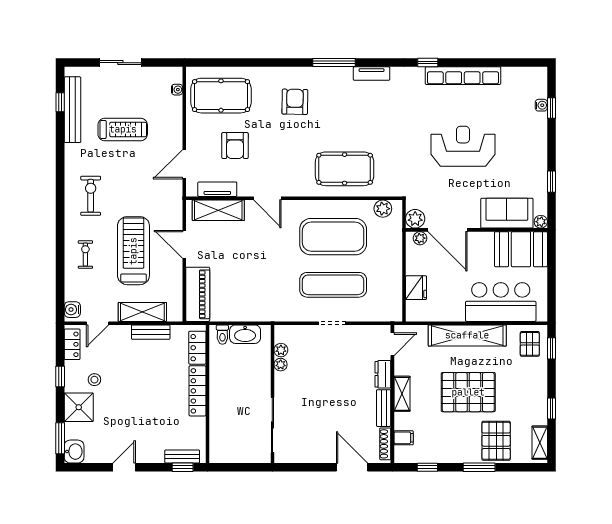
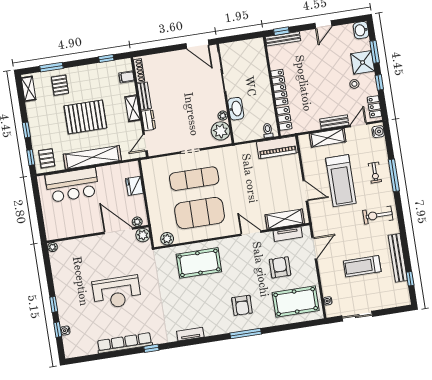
sliding door: (120, 63) -> (357, 316), moved
window: (334, 63) -> (246, 334), moved
bench: (72, 110) -> (398, 258), moved
window: (551, 182) -> (54, 304), moved
exercise bike: (91, 196) -> (378, 215), turned 90
sofa: (507, 213) -> (78, 249), removed
window: (60, 247) -> (394, 175), added
booth: (521, 249) -> (64, 225), removed
piano: (198, 294) -> (277, 147), moved, turned -90
bench: (151, 332) -> (334, 122), moved
washbasin: (245, 334) -> (236, 109), moved, turned 90
plant: (281, 350) -> (221, 131), width x1.87, depth x1.87
window: (551, 408) -> (26, 130), moved
window: (60, 438) -> (375, 52), moved
pallet: (496, 441) -> (60, 85), width x0.67, depth x0.71
bench: (182, 456) -> (283, 39), width x1.36
door: (352, 467) -> (197, 44), moved
window: (479, 467) -> (51, 67), moved

